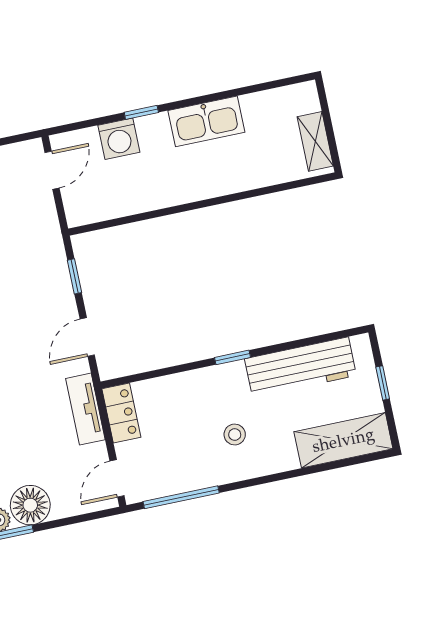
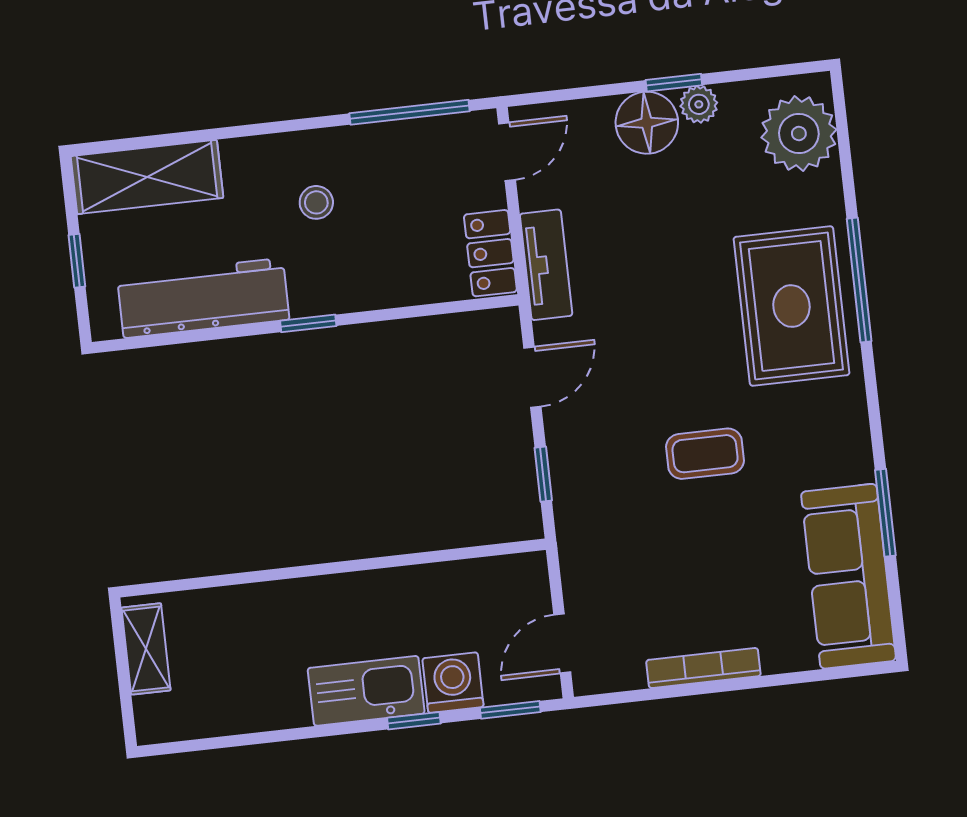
kitchen sink: (206, 121) -> (366, 691), moved
window: (81, 125) -> (510, 710), added

